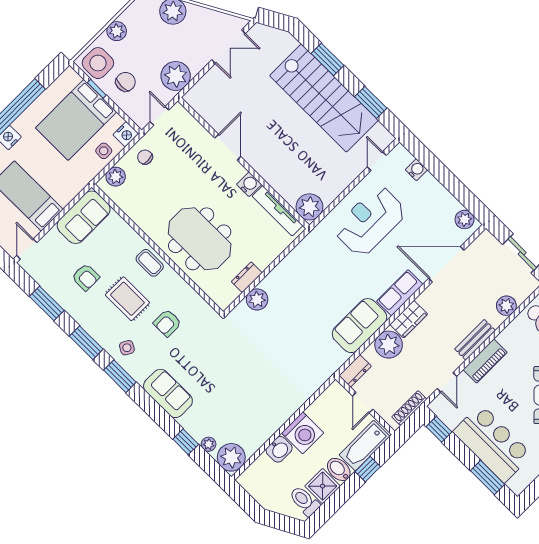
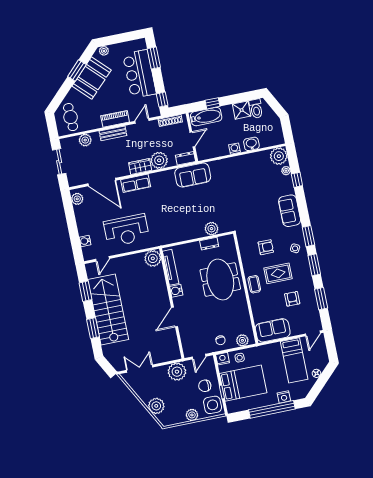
rug: (127, 299) -> (278, 273), turned 90
sofa: (359, 326) -> (193, 175), moved
washing machine: (303, 433) -> (235, 149), width x0.53, depth x0.53
bidet: (339, 469) -> (228, 113), removed

